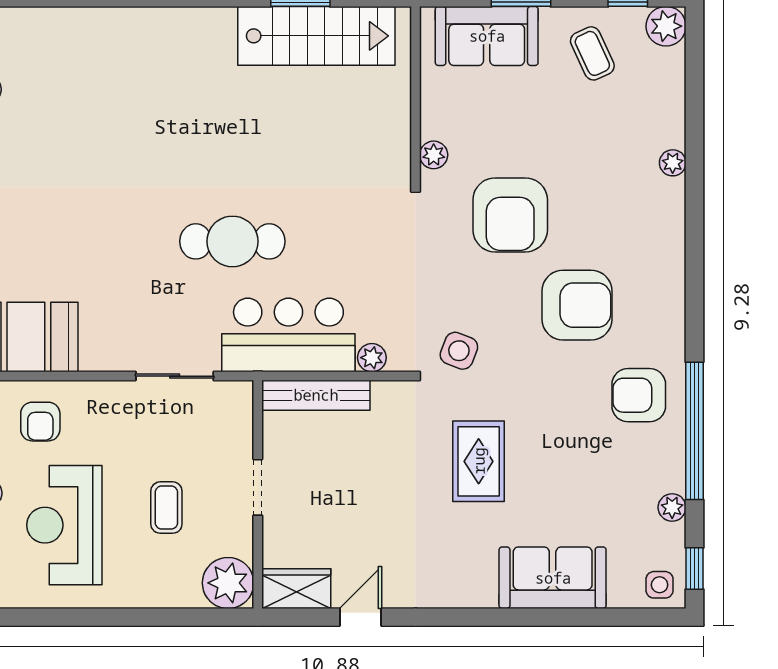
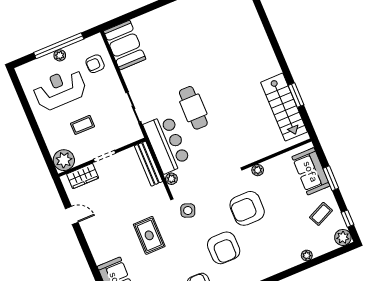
plant: (673, 163) -> (307, 255), moved
rug: (479, 461) -> (149, 235), turned 90
wardrobe: (296, 589) -> (83, 176), moved, turned 90

